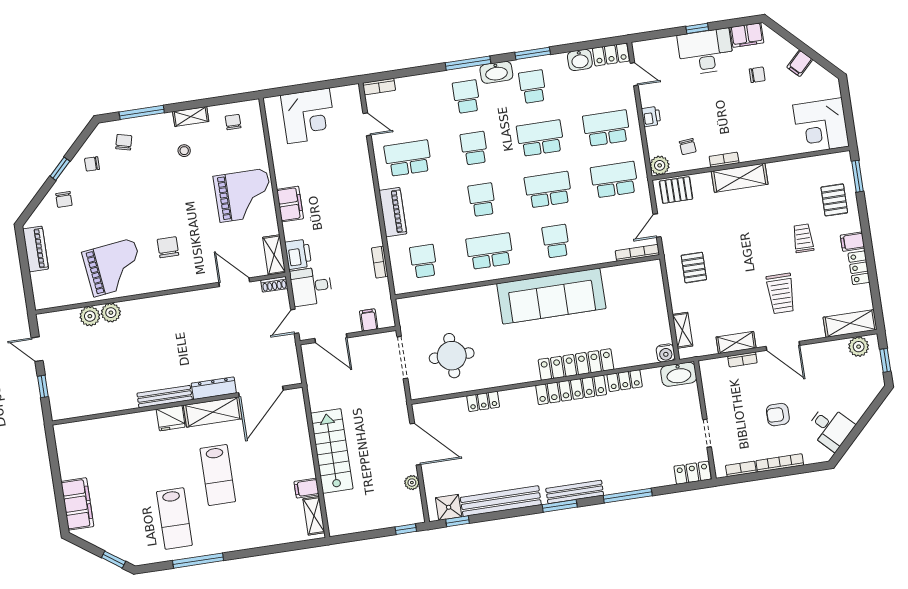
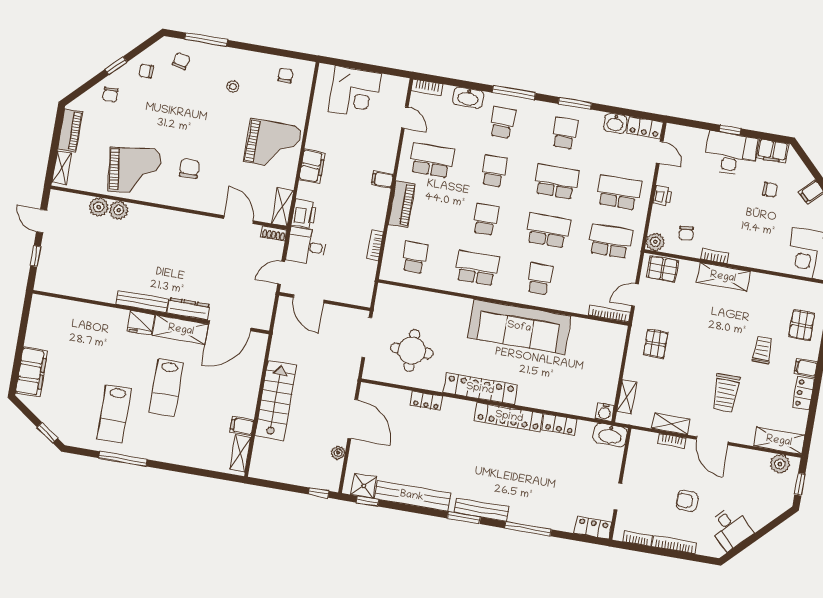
washbasin: (496, 72) -> (468, 98), moved
shelving: (191, 117) -> (62, 168), moved, turned 90
filing cabinet: (369, 320) -> (382, 180), moved, turned -90
locker: (576, 365) -> (480, 389), moved

